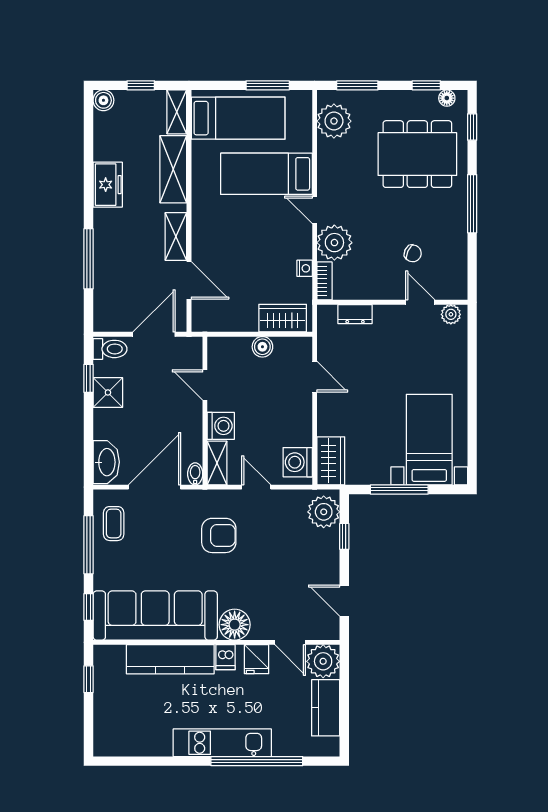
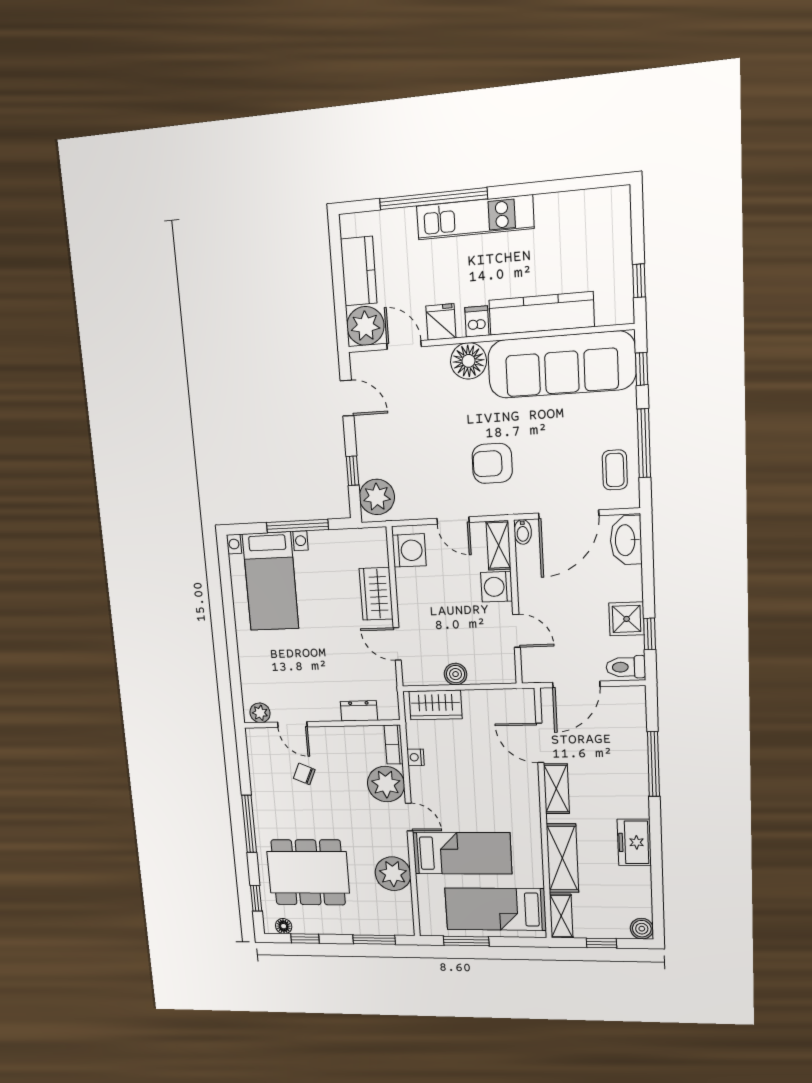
plant: (334, 121) -> (393, 874), moved
wardrobe: (331, 461) -> (376, 594), moved

